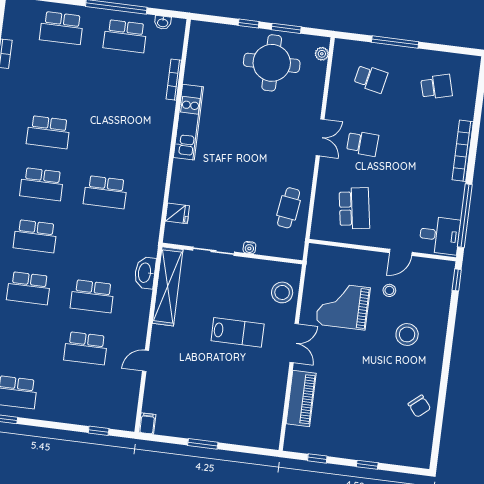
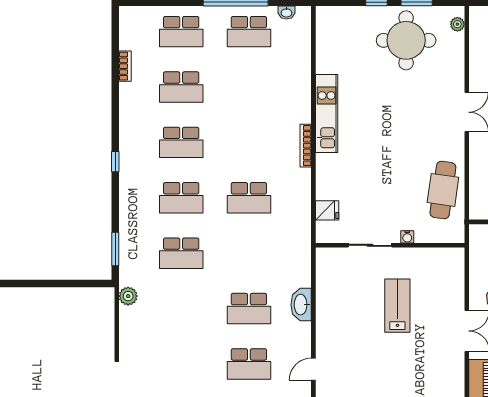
bookcase: (174, 80) -> (306, 146), moved
cafe table: (289, 208) -> (443, 190), width x1.37, depth x1.35
washbasin: (145, 273) -> (301, 305), moved
shelving: (168, 286) -> (327, 288), removed
school desk: (29, 288) -> (181, 87), moved
stool: (282, 292) -> (447, 280), removed
lab bench: (238, 332) -> (397, 306), moved, turned -90

